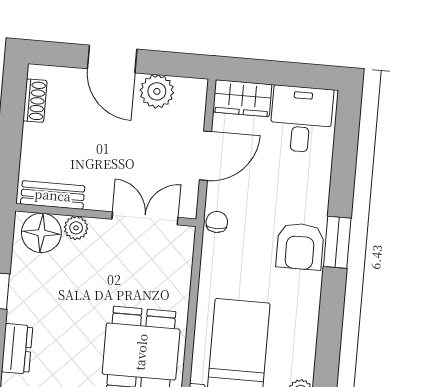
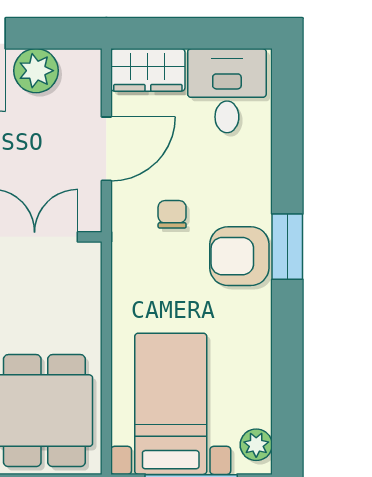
chair: (217, 222) -> (172, 214), moved
armchair: (300, 246) -> (239, 256), turned 90

